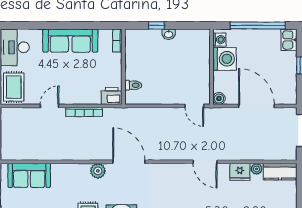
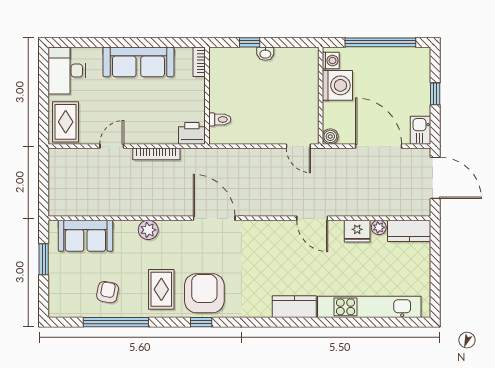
kitchen sink: (289, 40) -> (421, 130), moved
plant: (98, 171) -> (148, 230), moved

